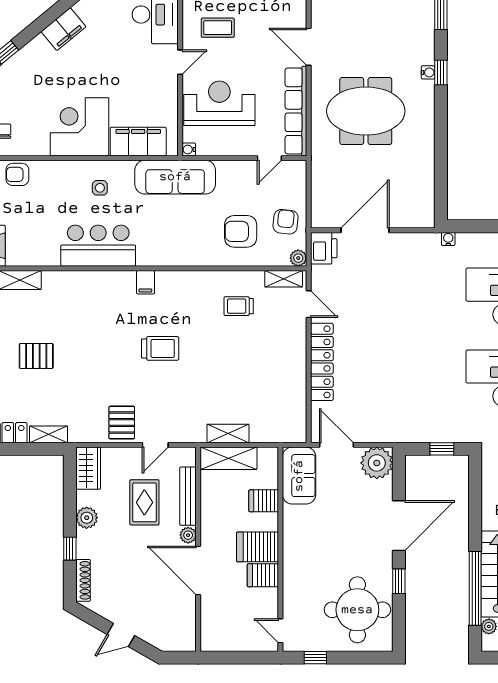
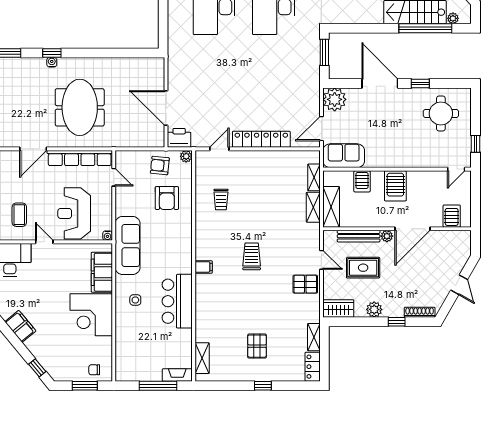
armchair: (17, 174) -> (126, 360), removed
water cooler: (448, 239) -> (172, 48), removed
shelving: (284, 279) -> (314, 177), moved
window: (442, 449) -> (324, 52), width x1.50
server rack: (263, 575) -> (452, 216), moved, turned 180
round table: (357, 610) -> (441, 113), width x0.73, depth x0.73

